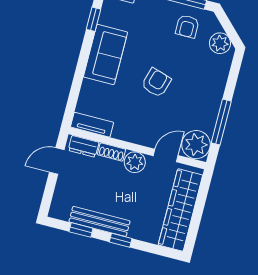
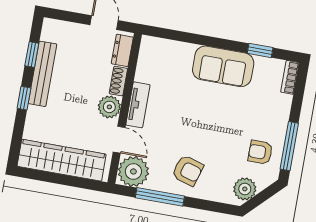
armchair: (156, 83) -> (188, 170), moved
tv unit: (92, 125) -> (138, 105), moved

